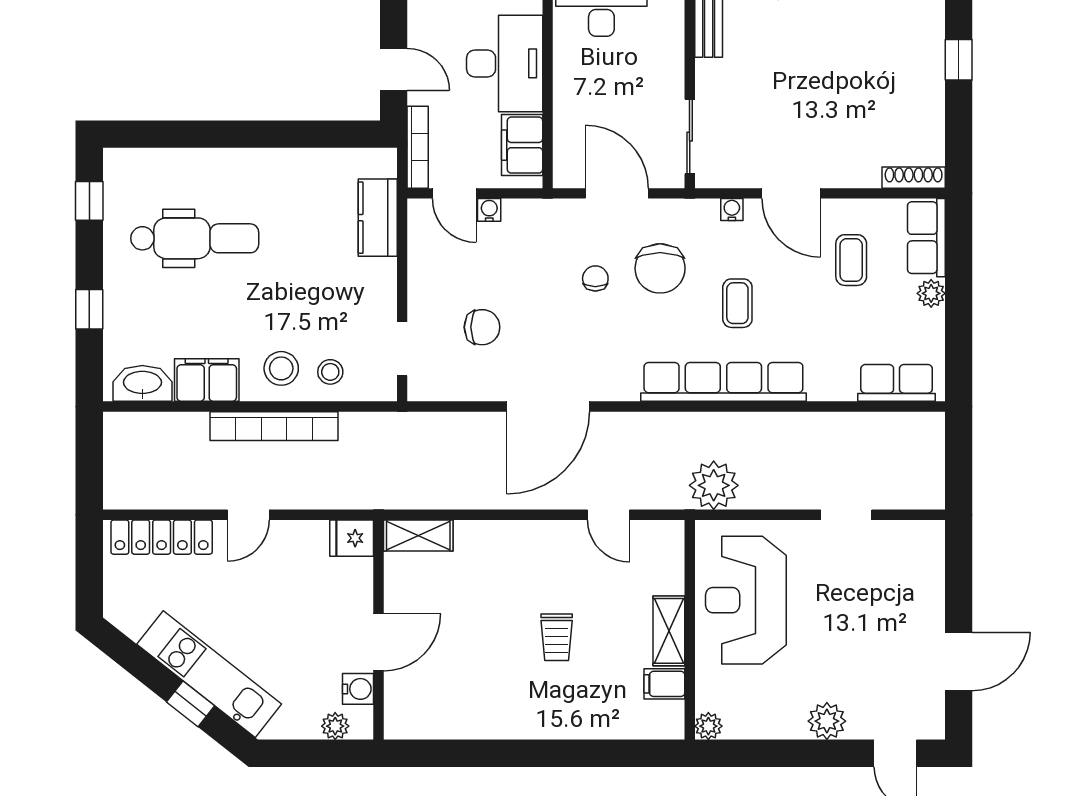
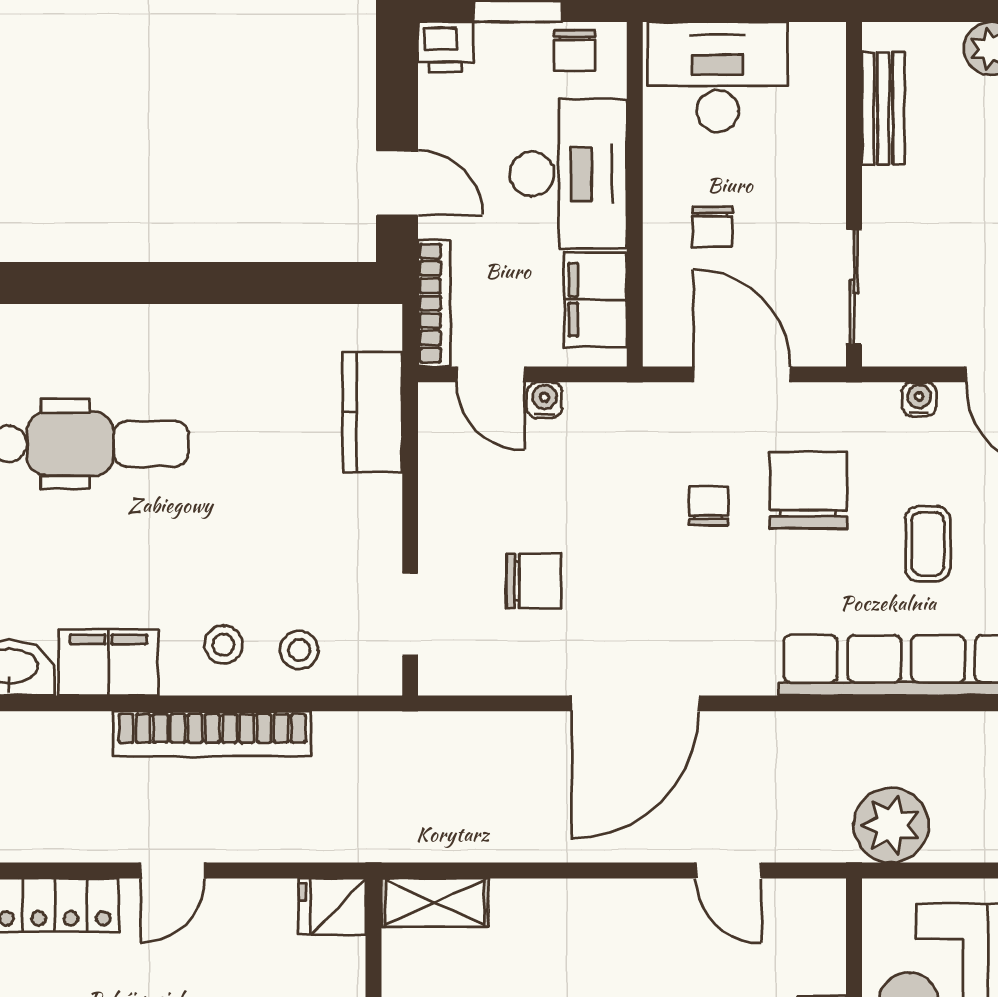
chair: (598, 98) -> (712, 227), added
chair: (660, 268) -> (808, 490), turned 180
stool: (281, 368) -> (223, 645), width x0.73, depth x0.73

